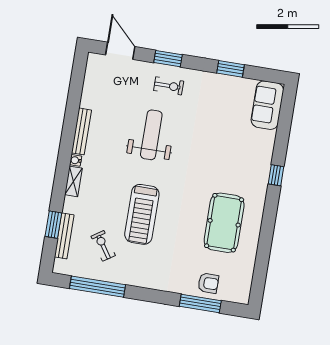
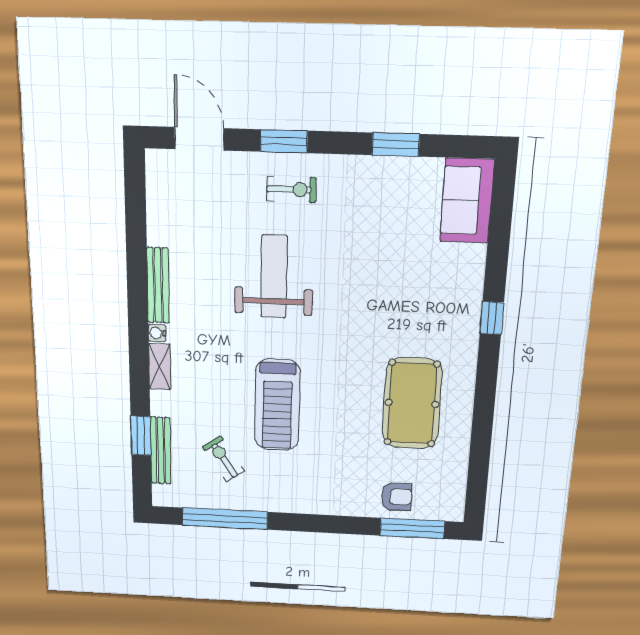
window: (200, 303) -> (412, 528), moved

